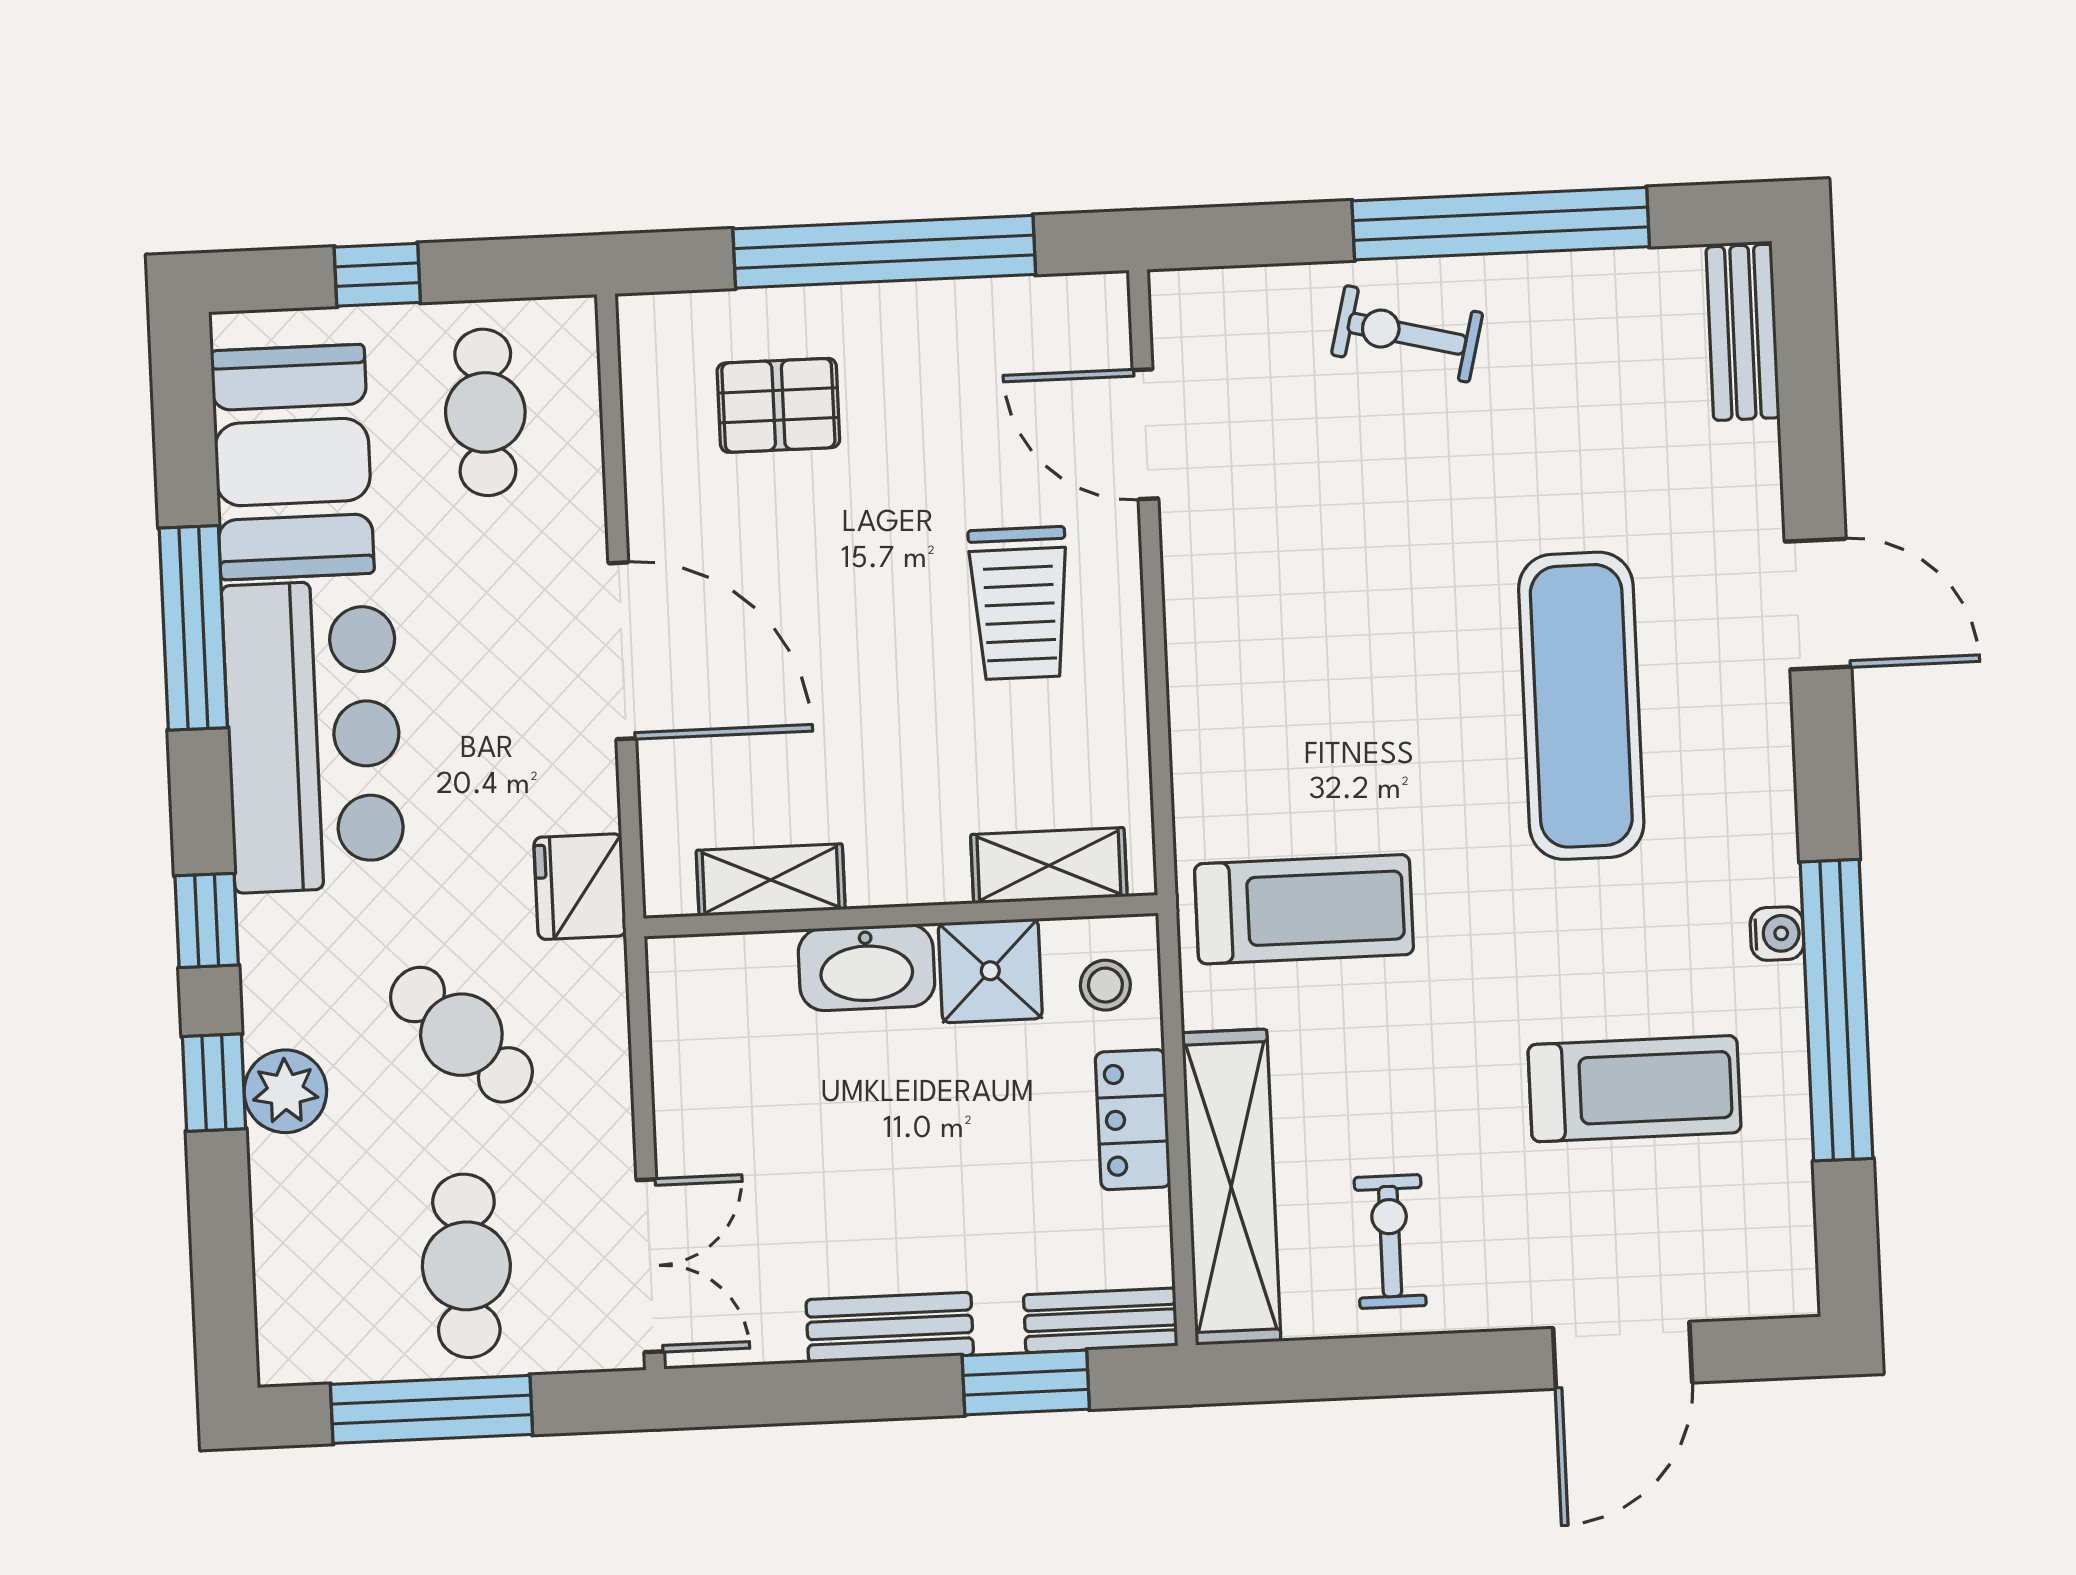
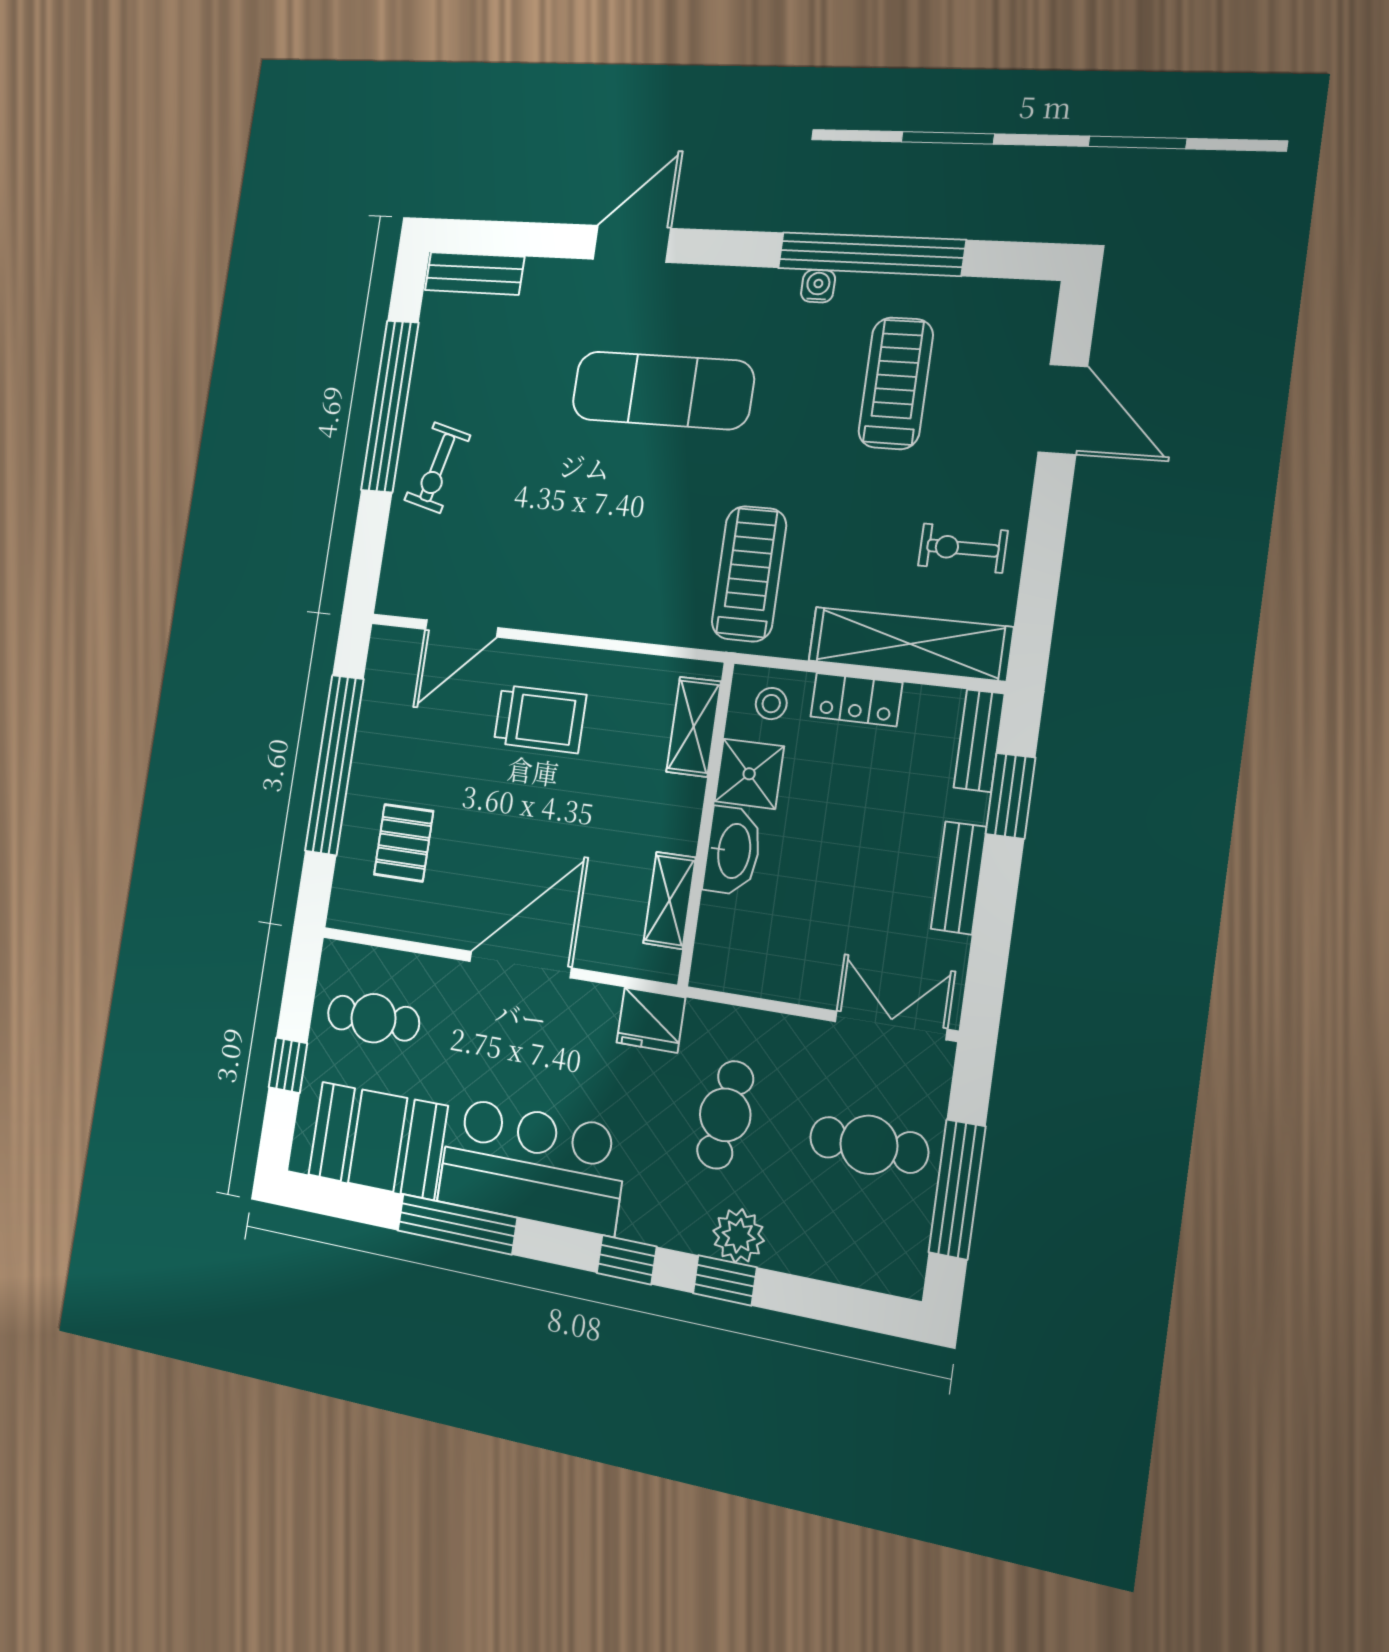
cafe table: (461, 1035) -> (725, 1115), turned -37

